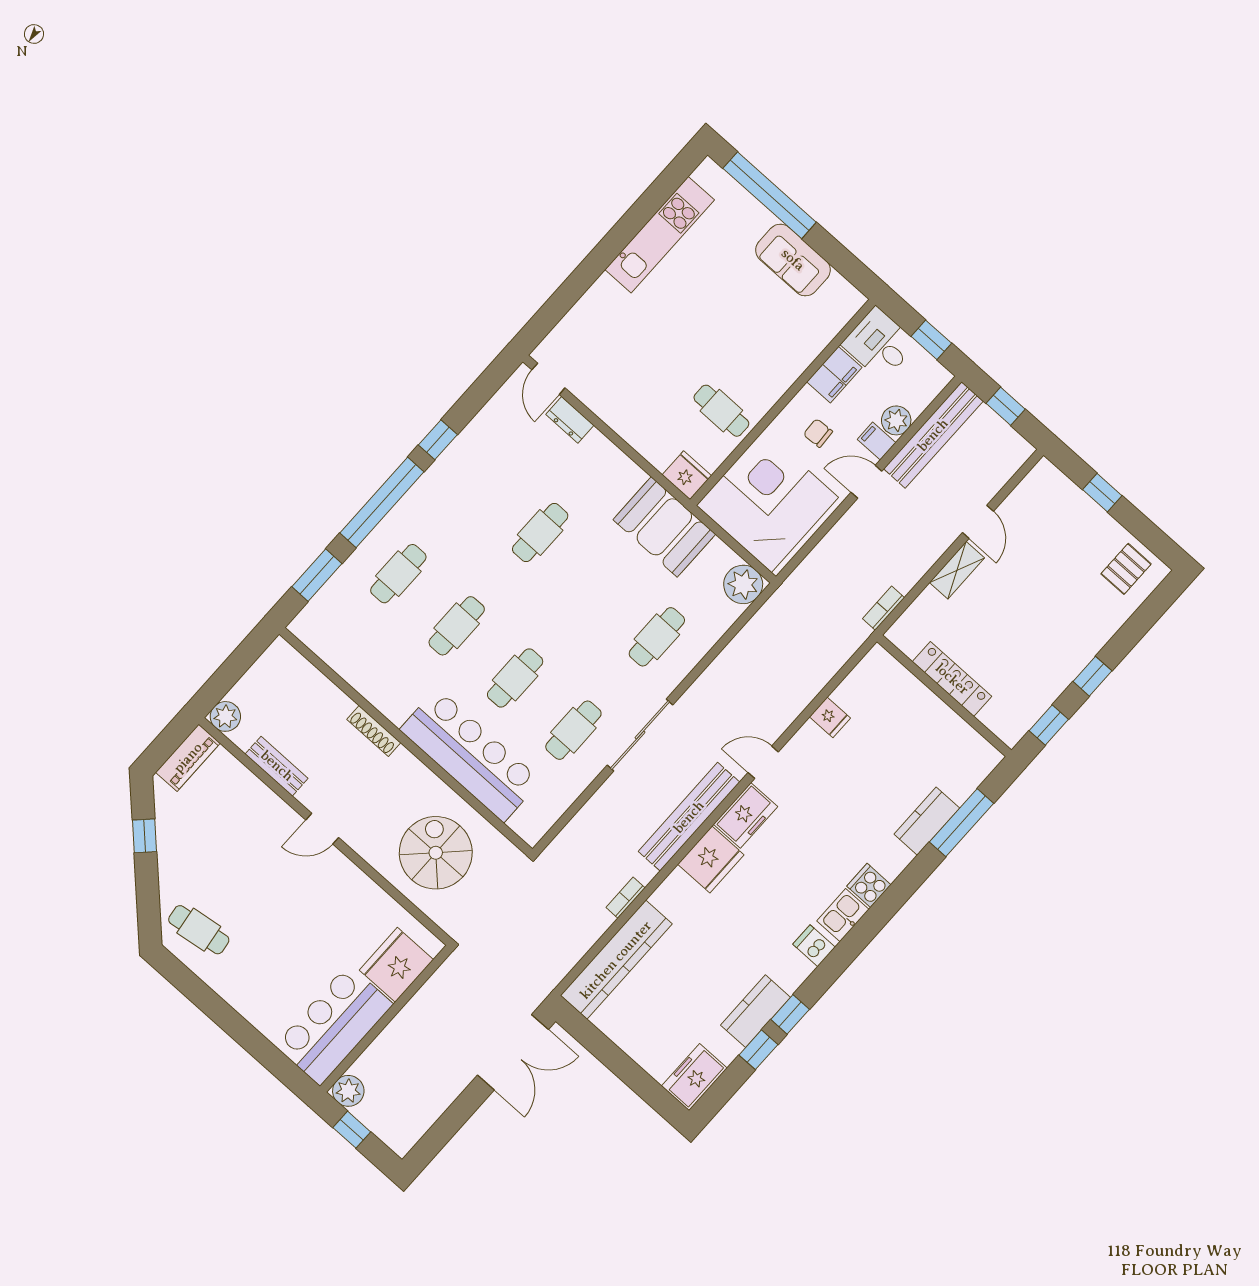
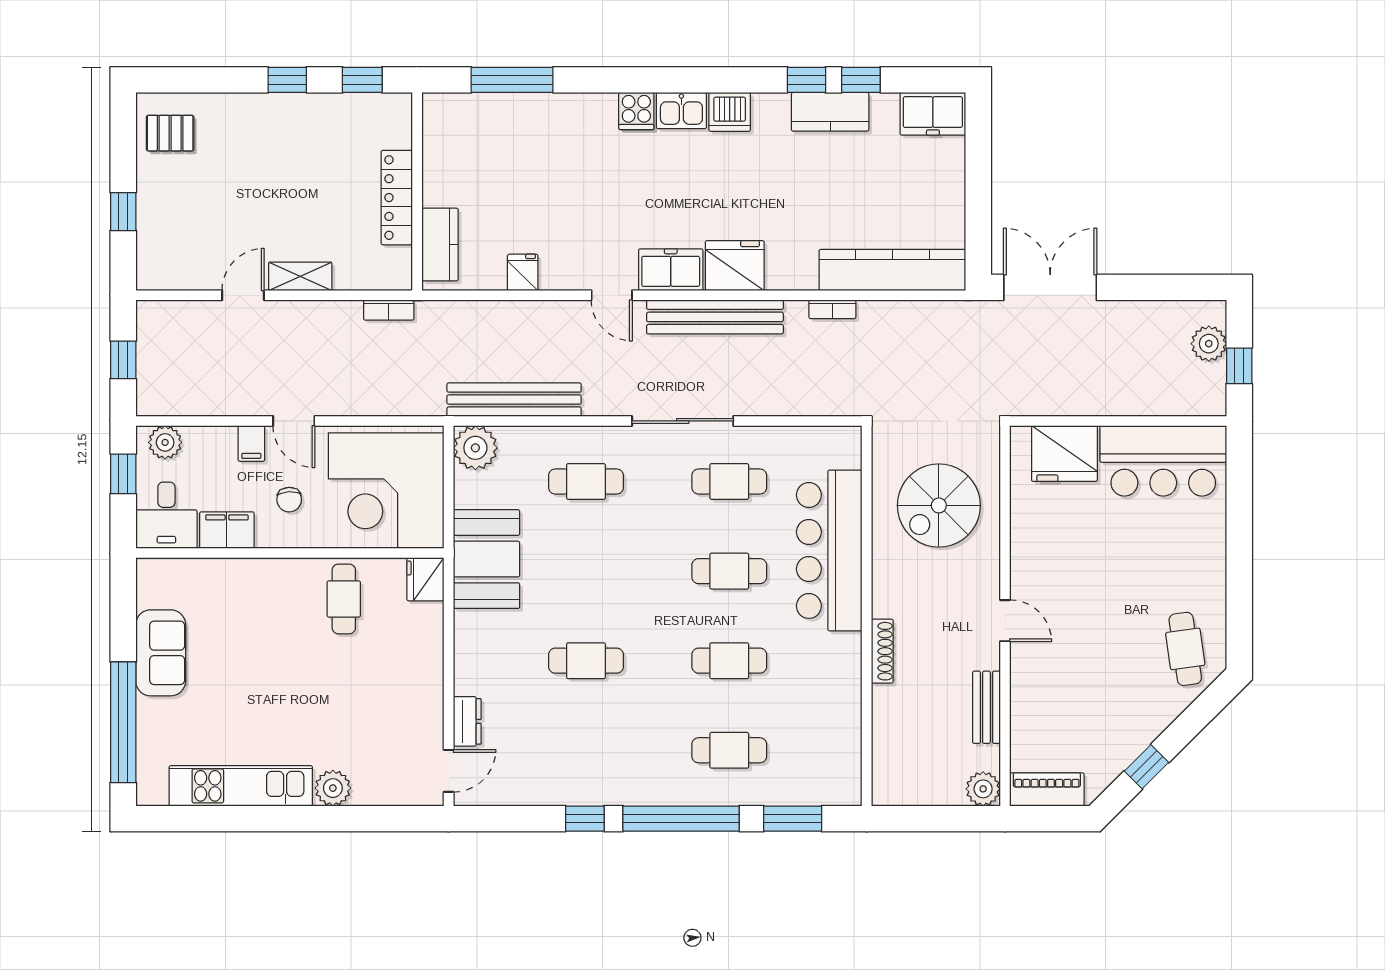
plant: (605, 293) -> (333, 788), added
plant: (896, 420) -> (165, 442), moved
bench: (933, 435) -> (514, 400), moved
kitchen counter: (927, 821) -> (440, 245), moved, turned -90
dishwasher: (814, 946) -> (730, 112), width x1.38
plant: (348, 1091) -> (1209, 344), moved

